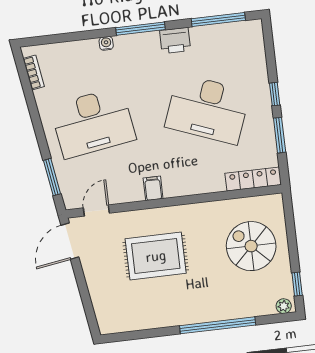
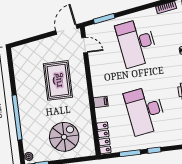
desk: (208, 109) -> (145, 111), turned -30
filing cabinet: (153, 188) -> (101, 102), moved
door: (70, 241) -> (66, 30), hinge flipped

